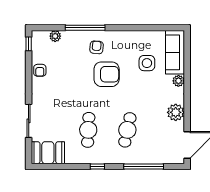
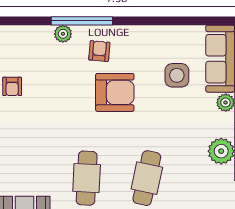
plant: (55, 36) -> (63, 34), moved

